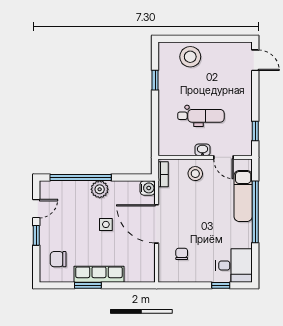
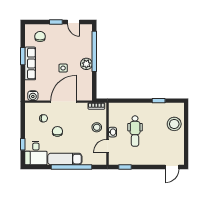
water cooler: (148, 188) -> (33, 96), moved
exam couch: (243, 196) -> (65, 159), moved
chair: (202, 233) -> (57, 131), added

